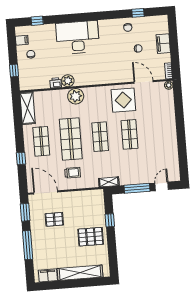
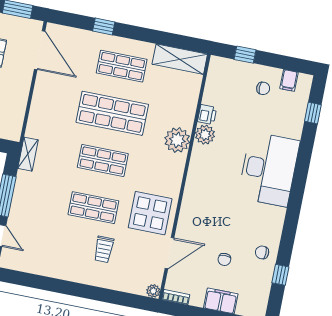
trolley: (73, 173) -> (104, 249), moved
door: (46, 192) -> (40, 50), hinge flipped

